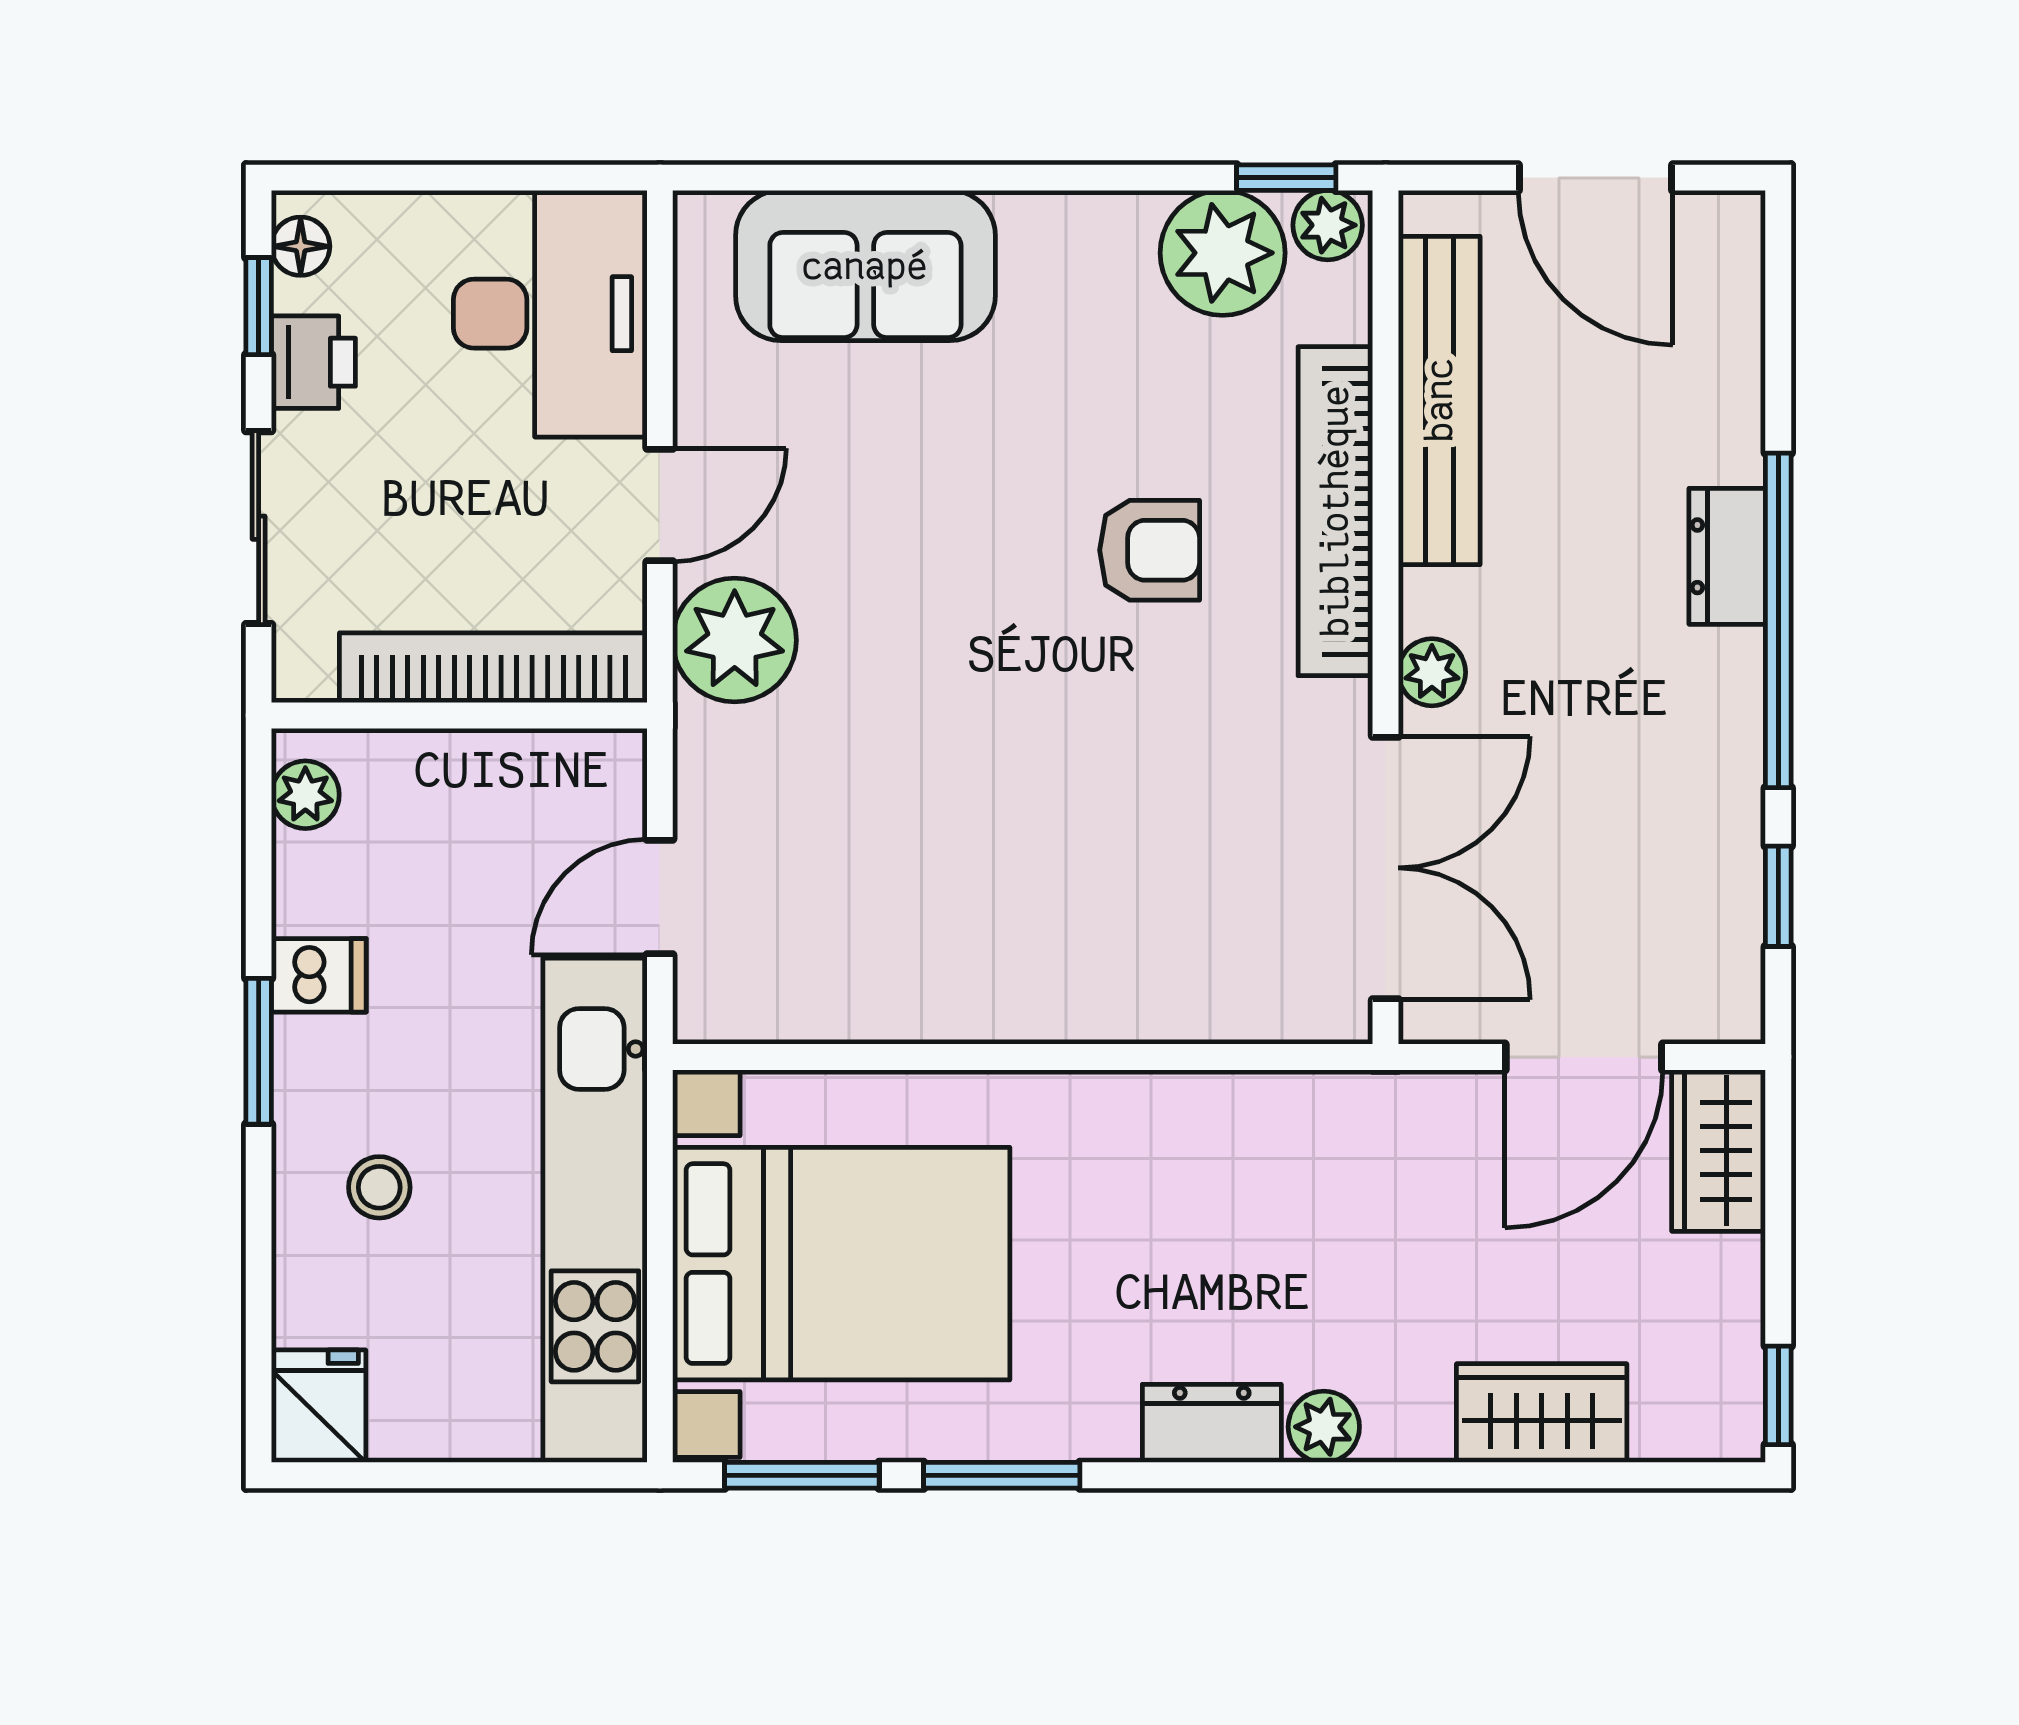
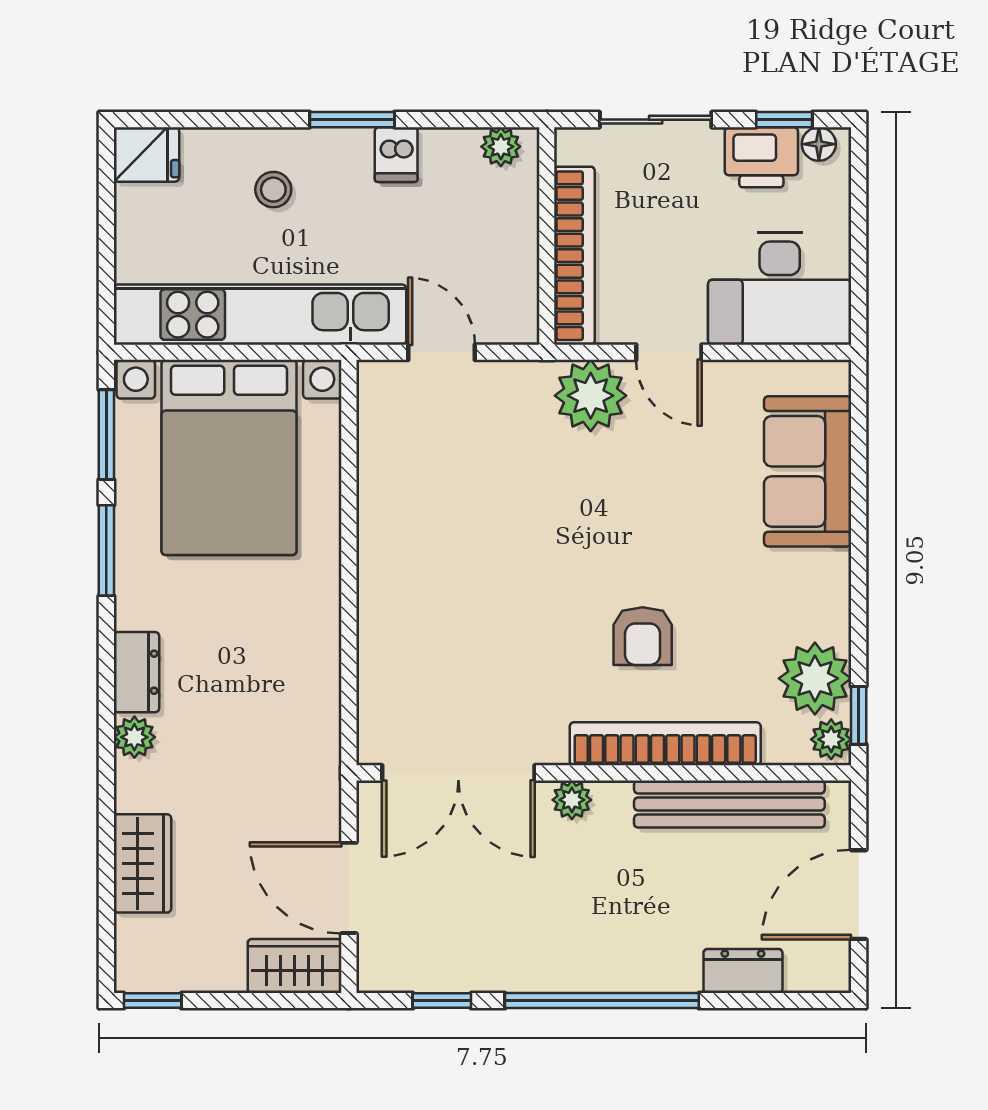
printer: (313, 362) -> (761, 157), width x1.36, depth x1.24
dresser: (1727, 556) -> (743, 971), moved

